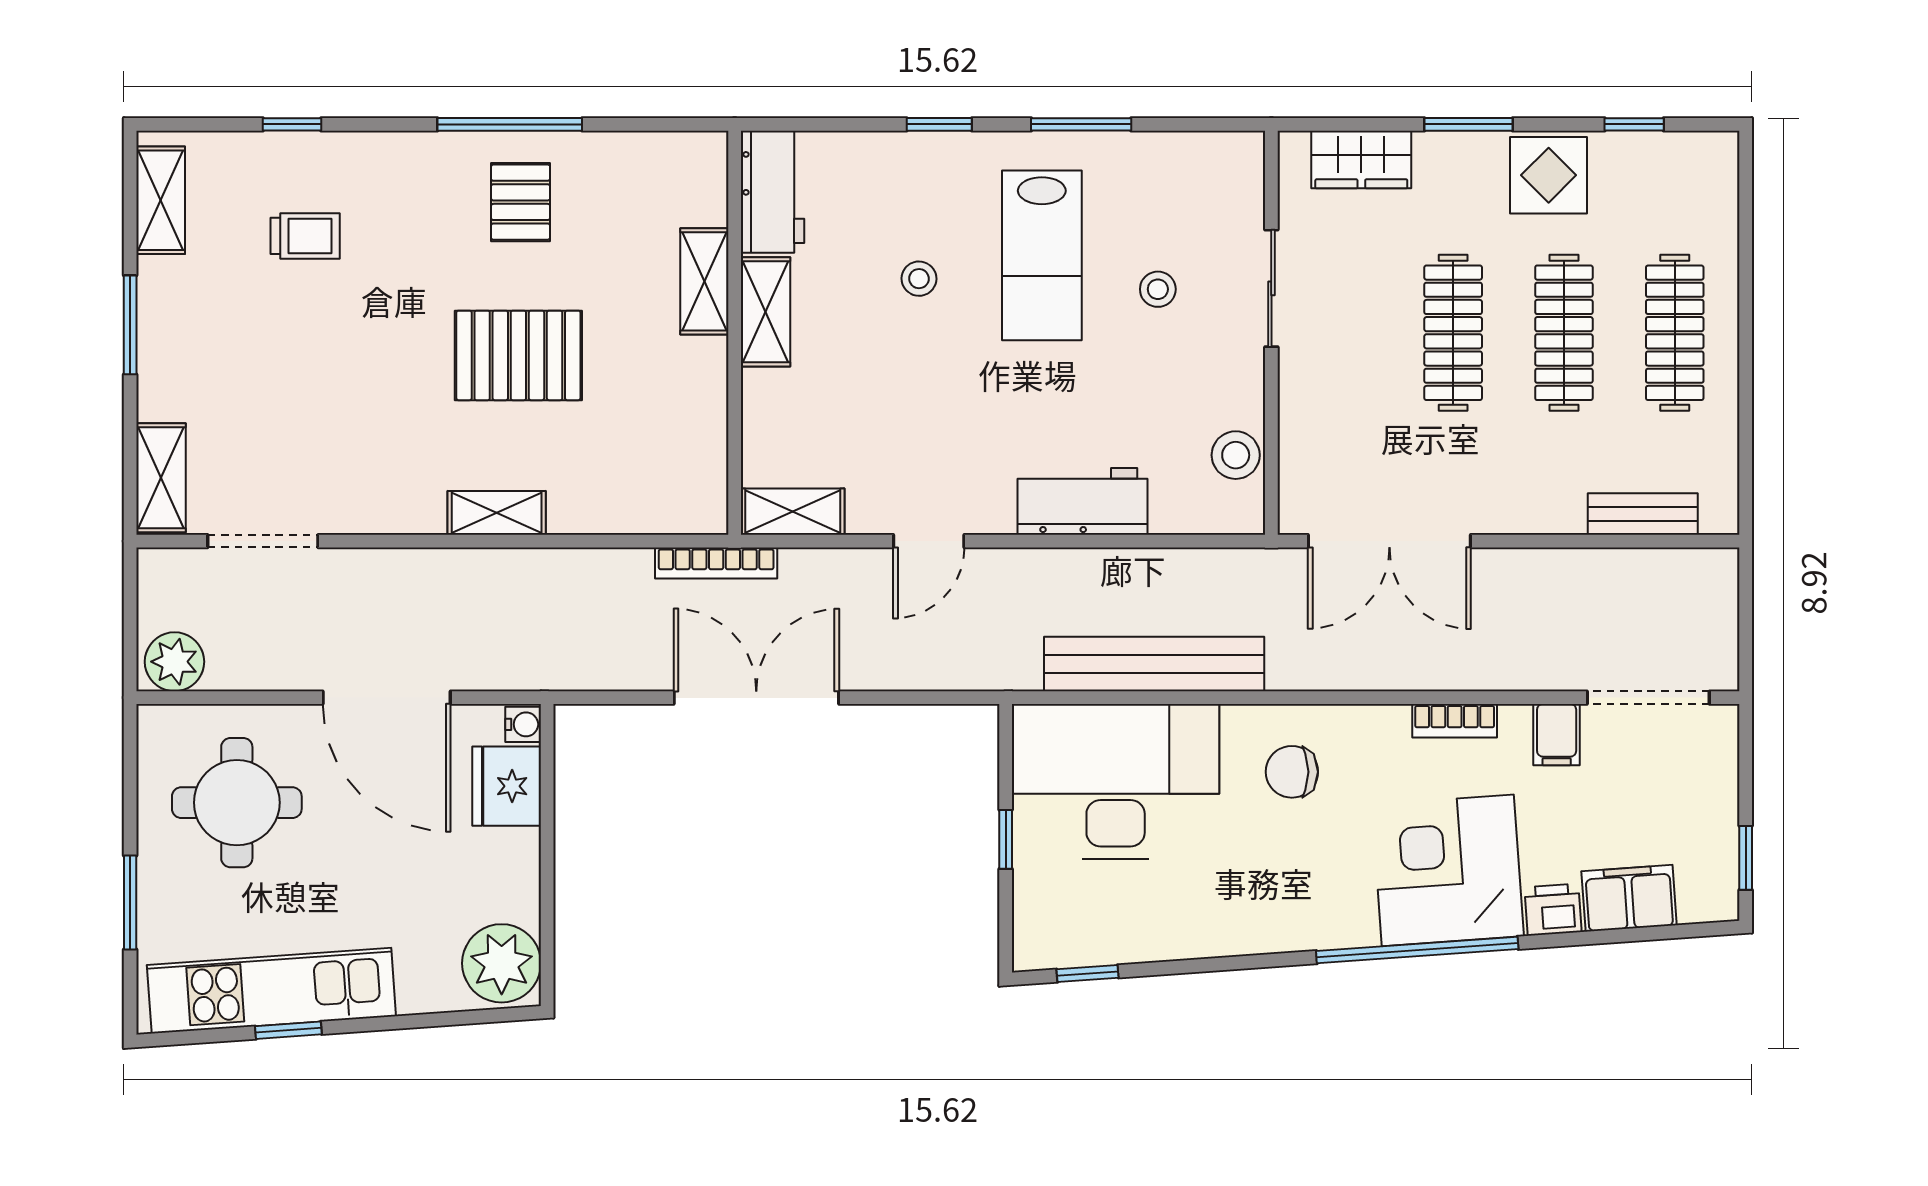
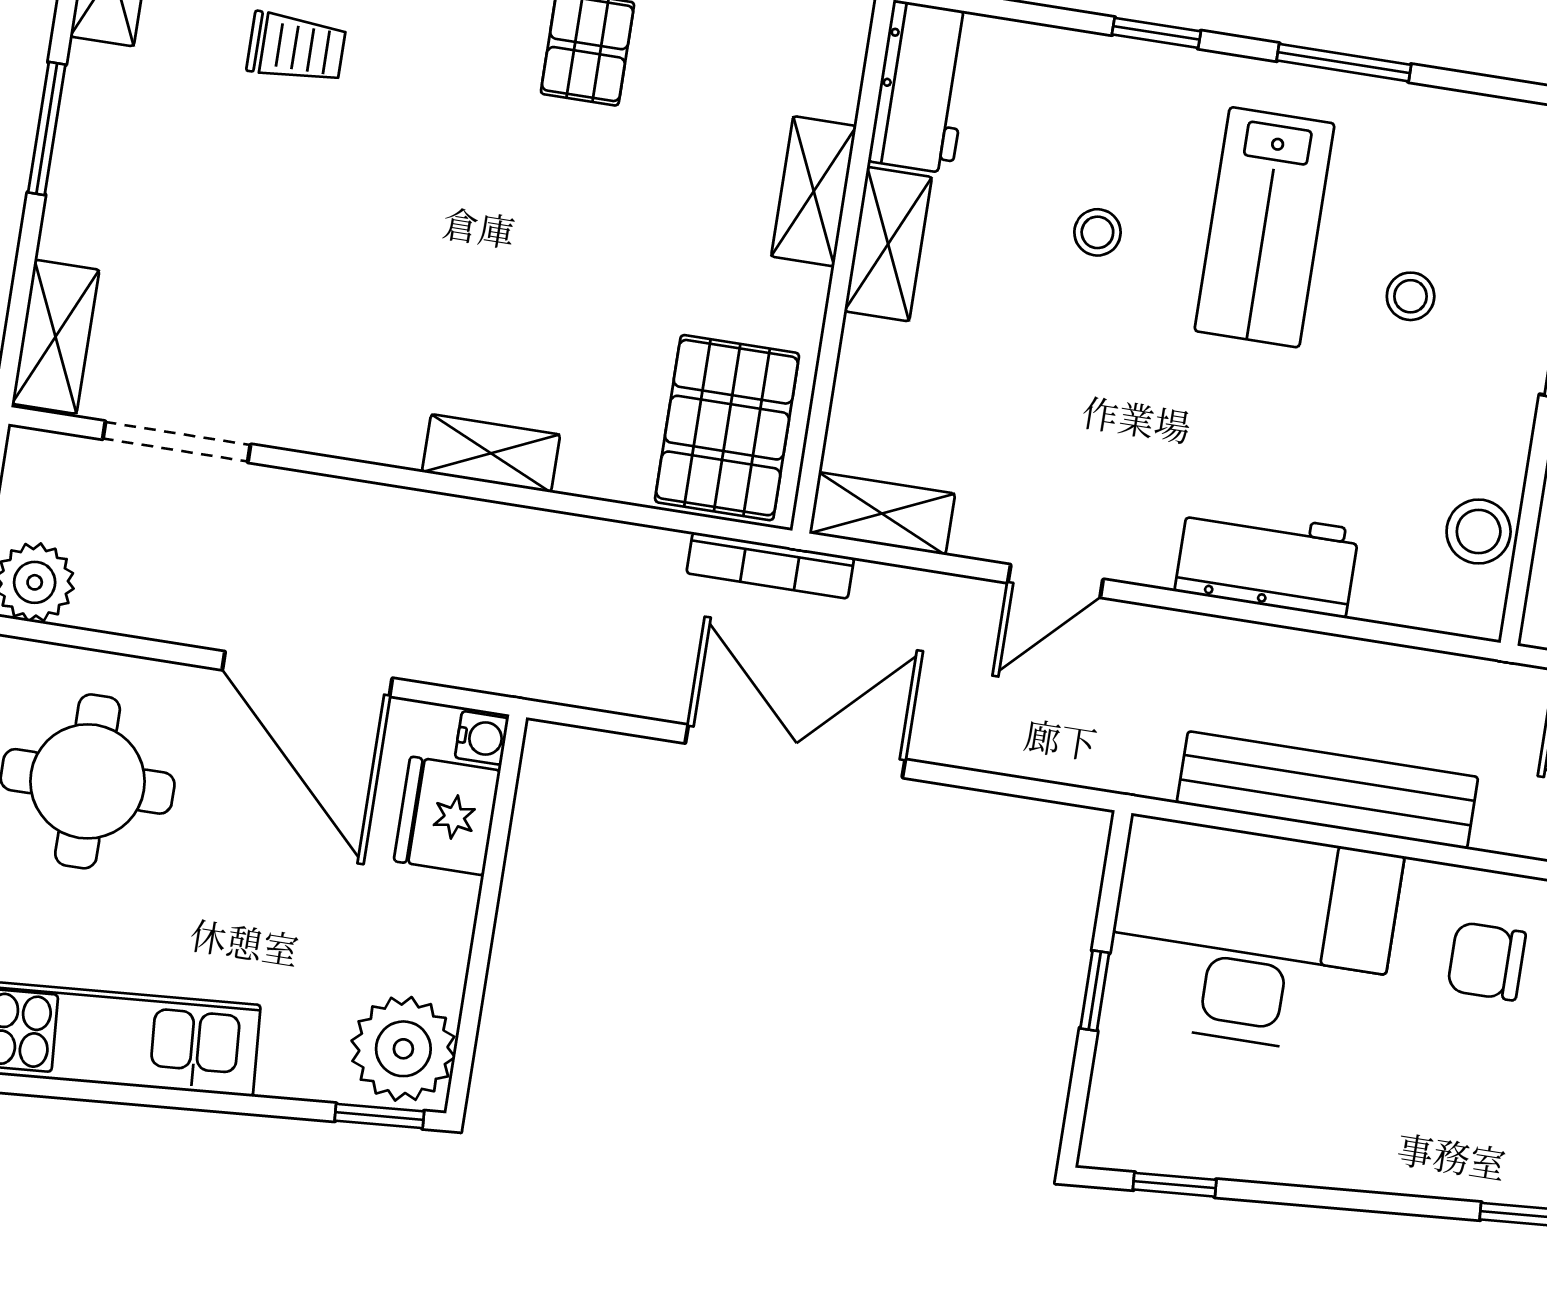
pallet: (518, 355) -> (727, 428), moved, turned 90
window: (288, 1030) -> (379, 1116), moved

